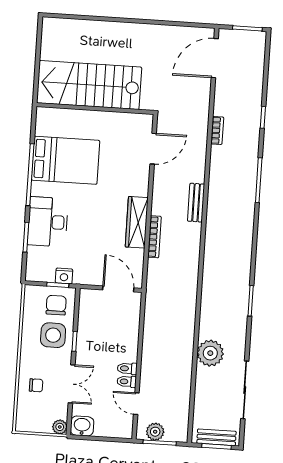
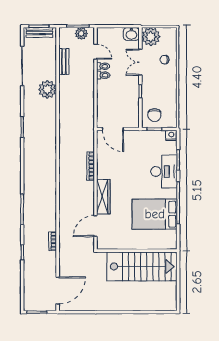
bench: (196, 203) -> (64, 62), moved
wardrobe: (137, 222) -> (103, 197), moved
nightstand: (64, 276) -> (171, 135), moved
side table: (53, 335) -> (155, 95), removed
plant: (60, 427) -> (151, 37), width x1.87, depth x1.87

